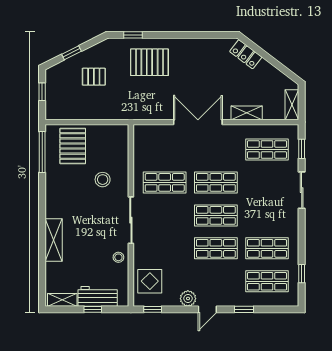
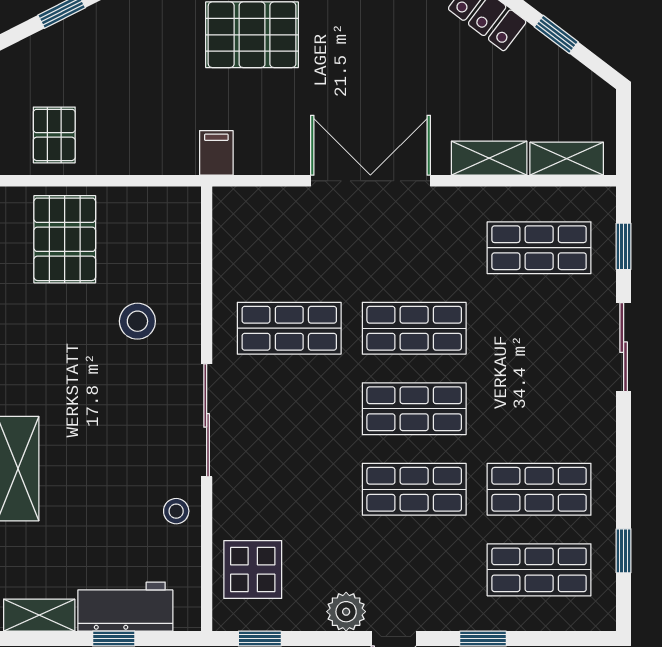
window: (274, 62) -> (556, 34), added
pallet: (94, 77) -> (54, 135), moved, turned 90
shelving: (292, 105) -> (567, 159), moved, turned 90
filing cabinet: (135, 111) -> (216, 153), added

